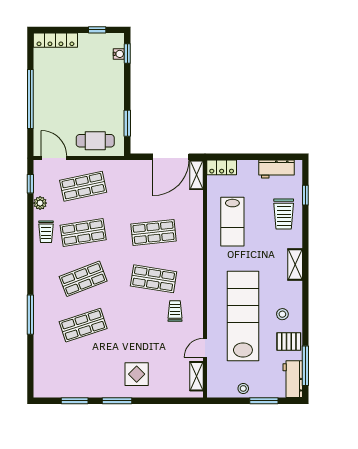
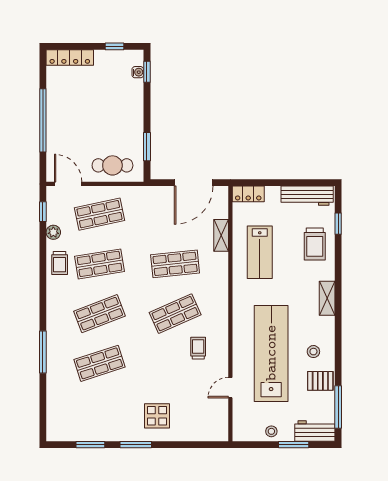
workbench: (277, 169) -> (307, 196), width x1.38
shelving: (196, 175) -> (221, 235), moved
shop shelf: (154, 279) -> (175, 314), turned -33
shelving: (197, 376) -> (221, 418), removed
workbench: (293, 379) -> (315, 431), moved, turned 90

